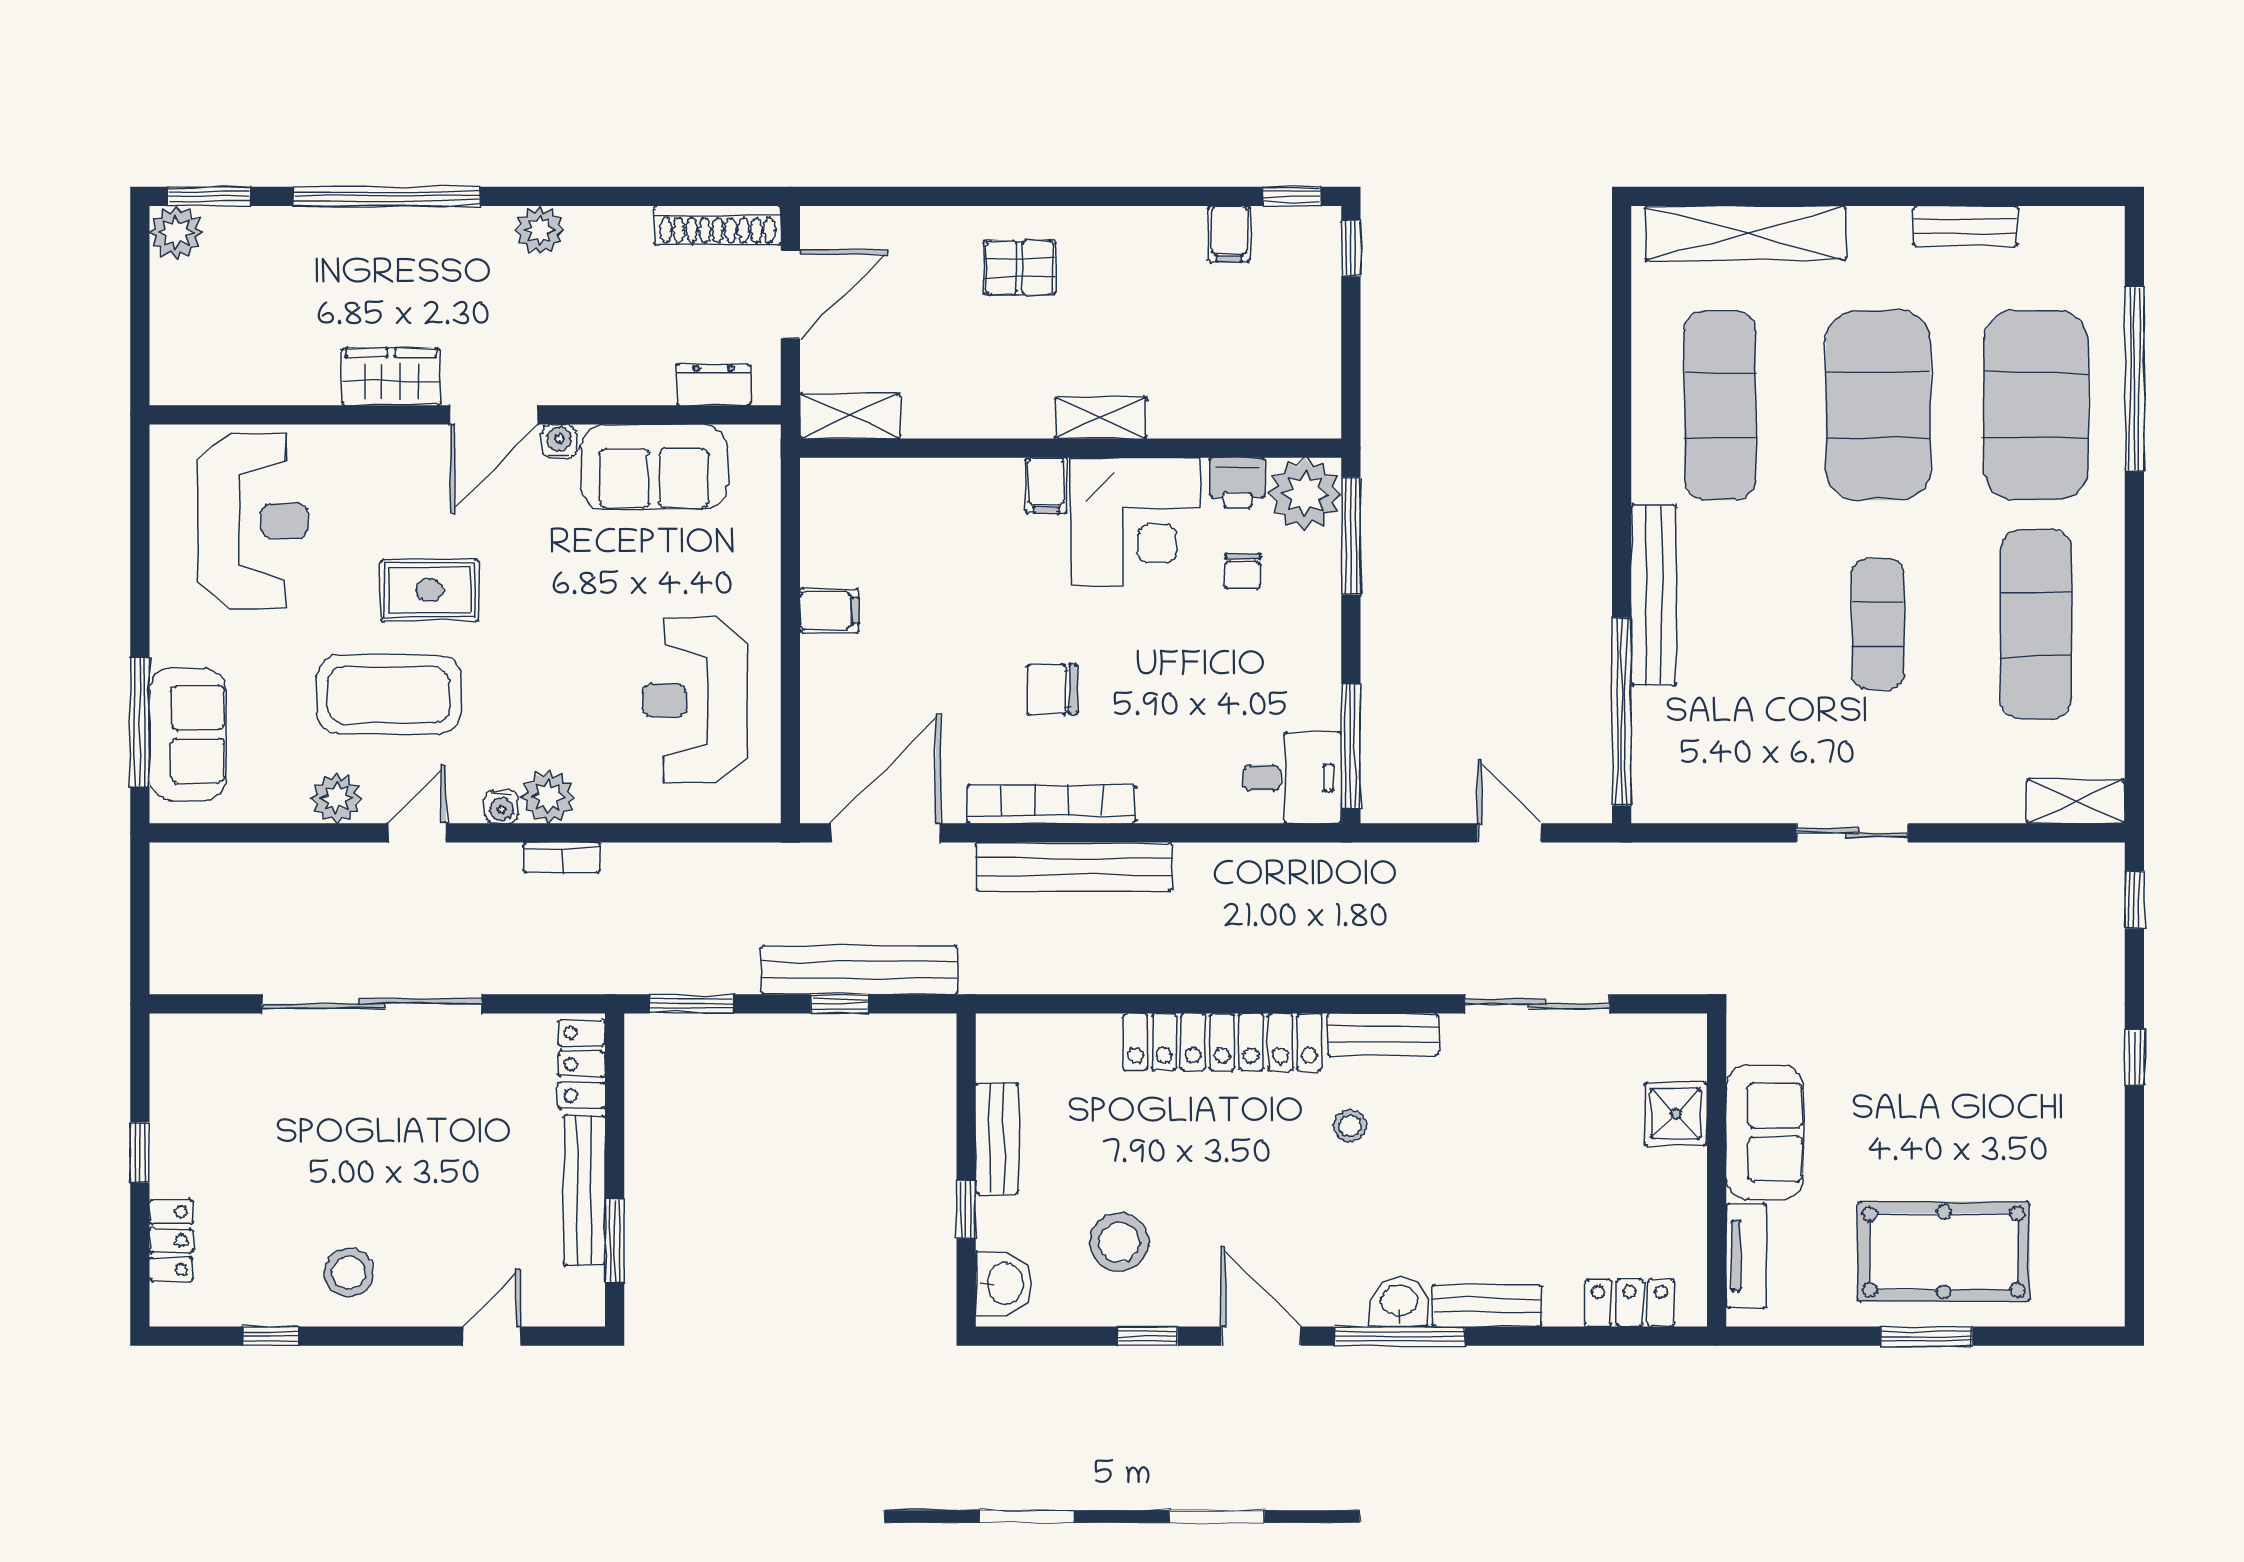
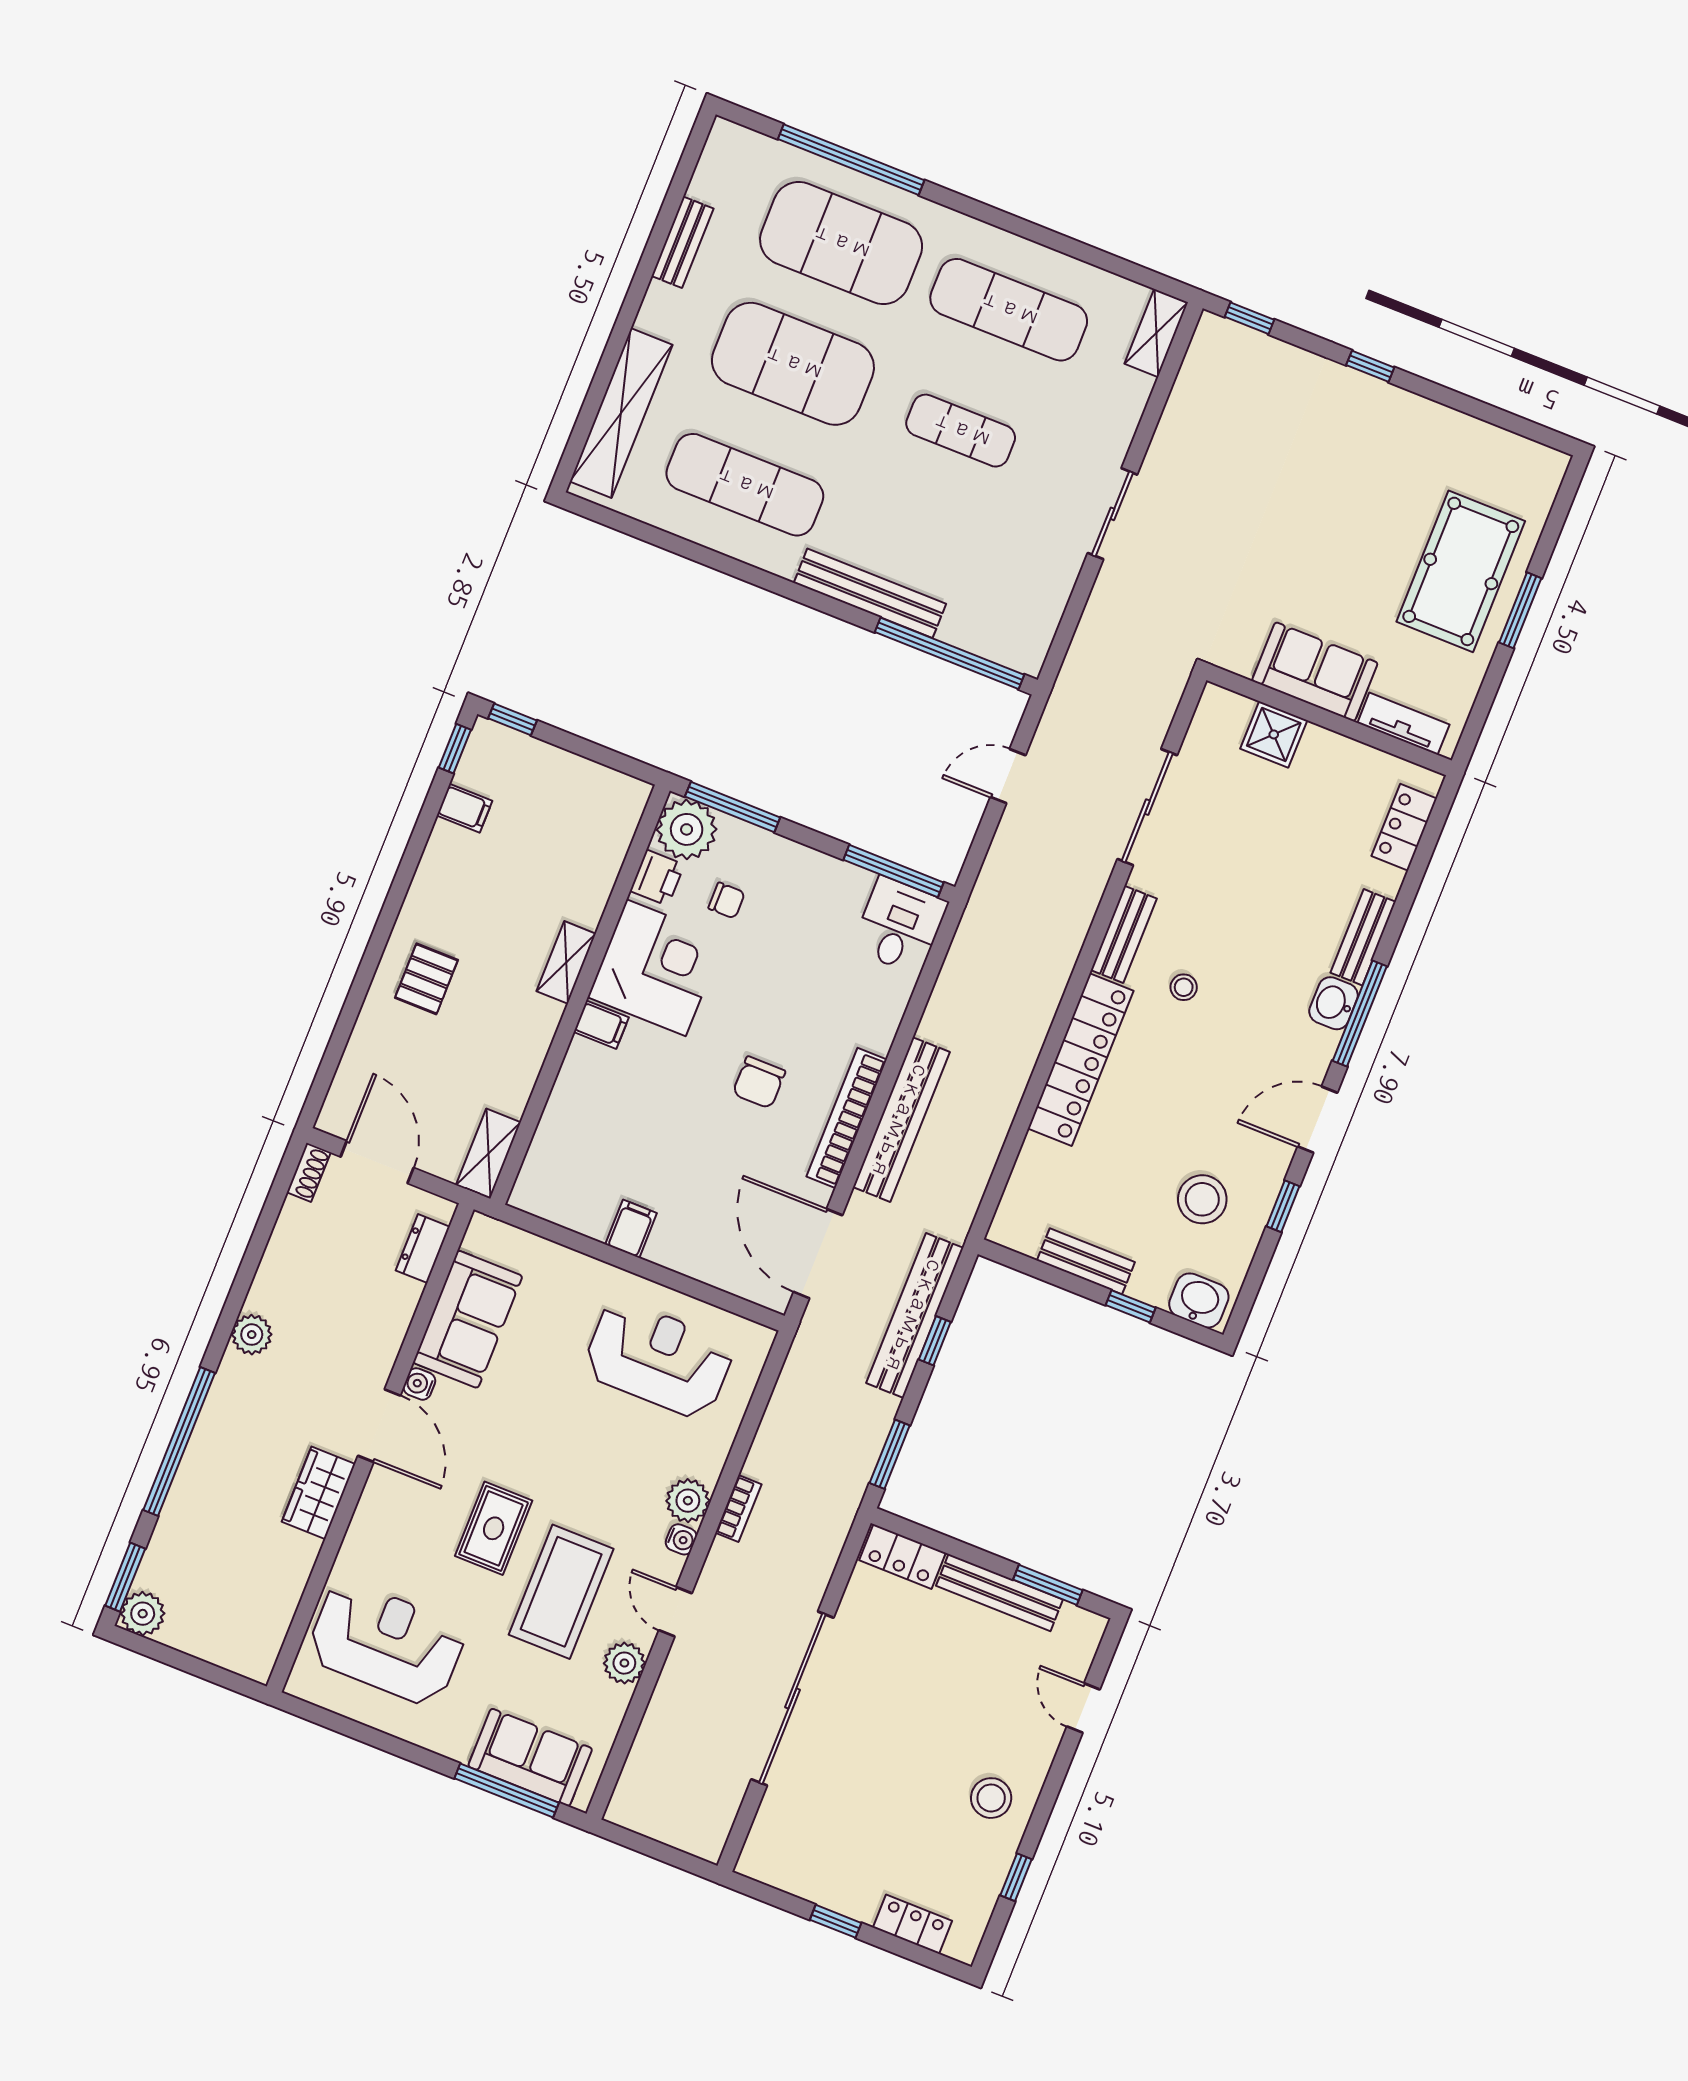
shoe rack: (718, 225) -> (309, 1172), width x0.51, depth x0.81
reception desk: (695, 700) -> (658, 1359), turned 180

